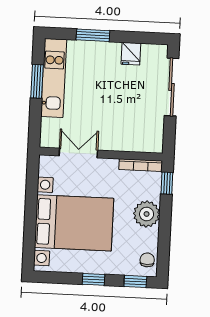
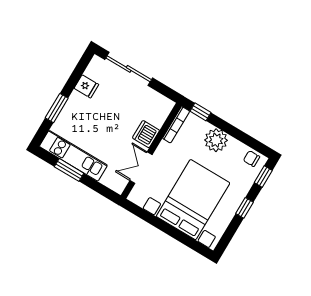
dishwasher: (115, 140) -> (146, 134), added

